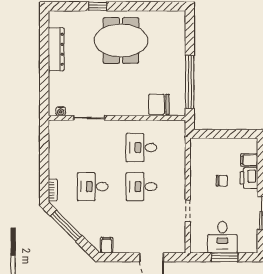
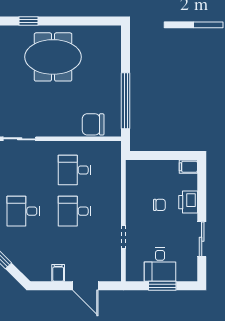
filing cabinet: (249, 160) -> (188, 167), moved
filing cabinet: (107, 245) -> (58, 273), moved

